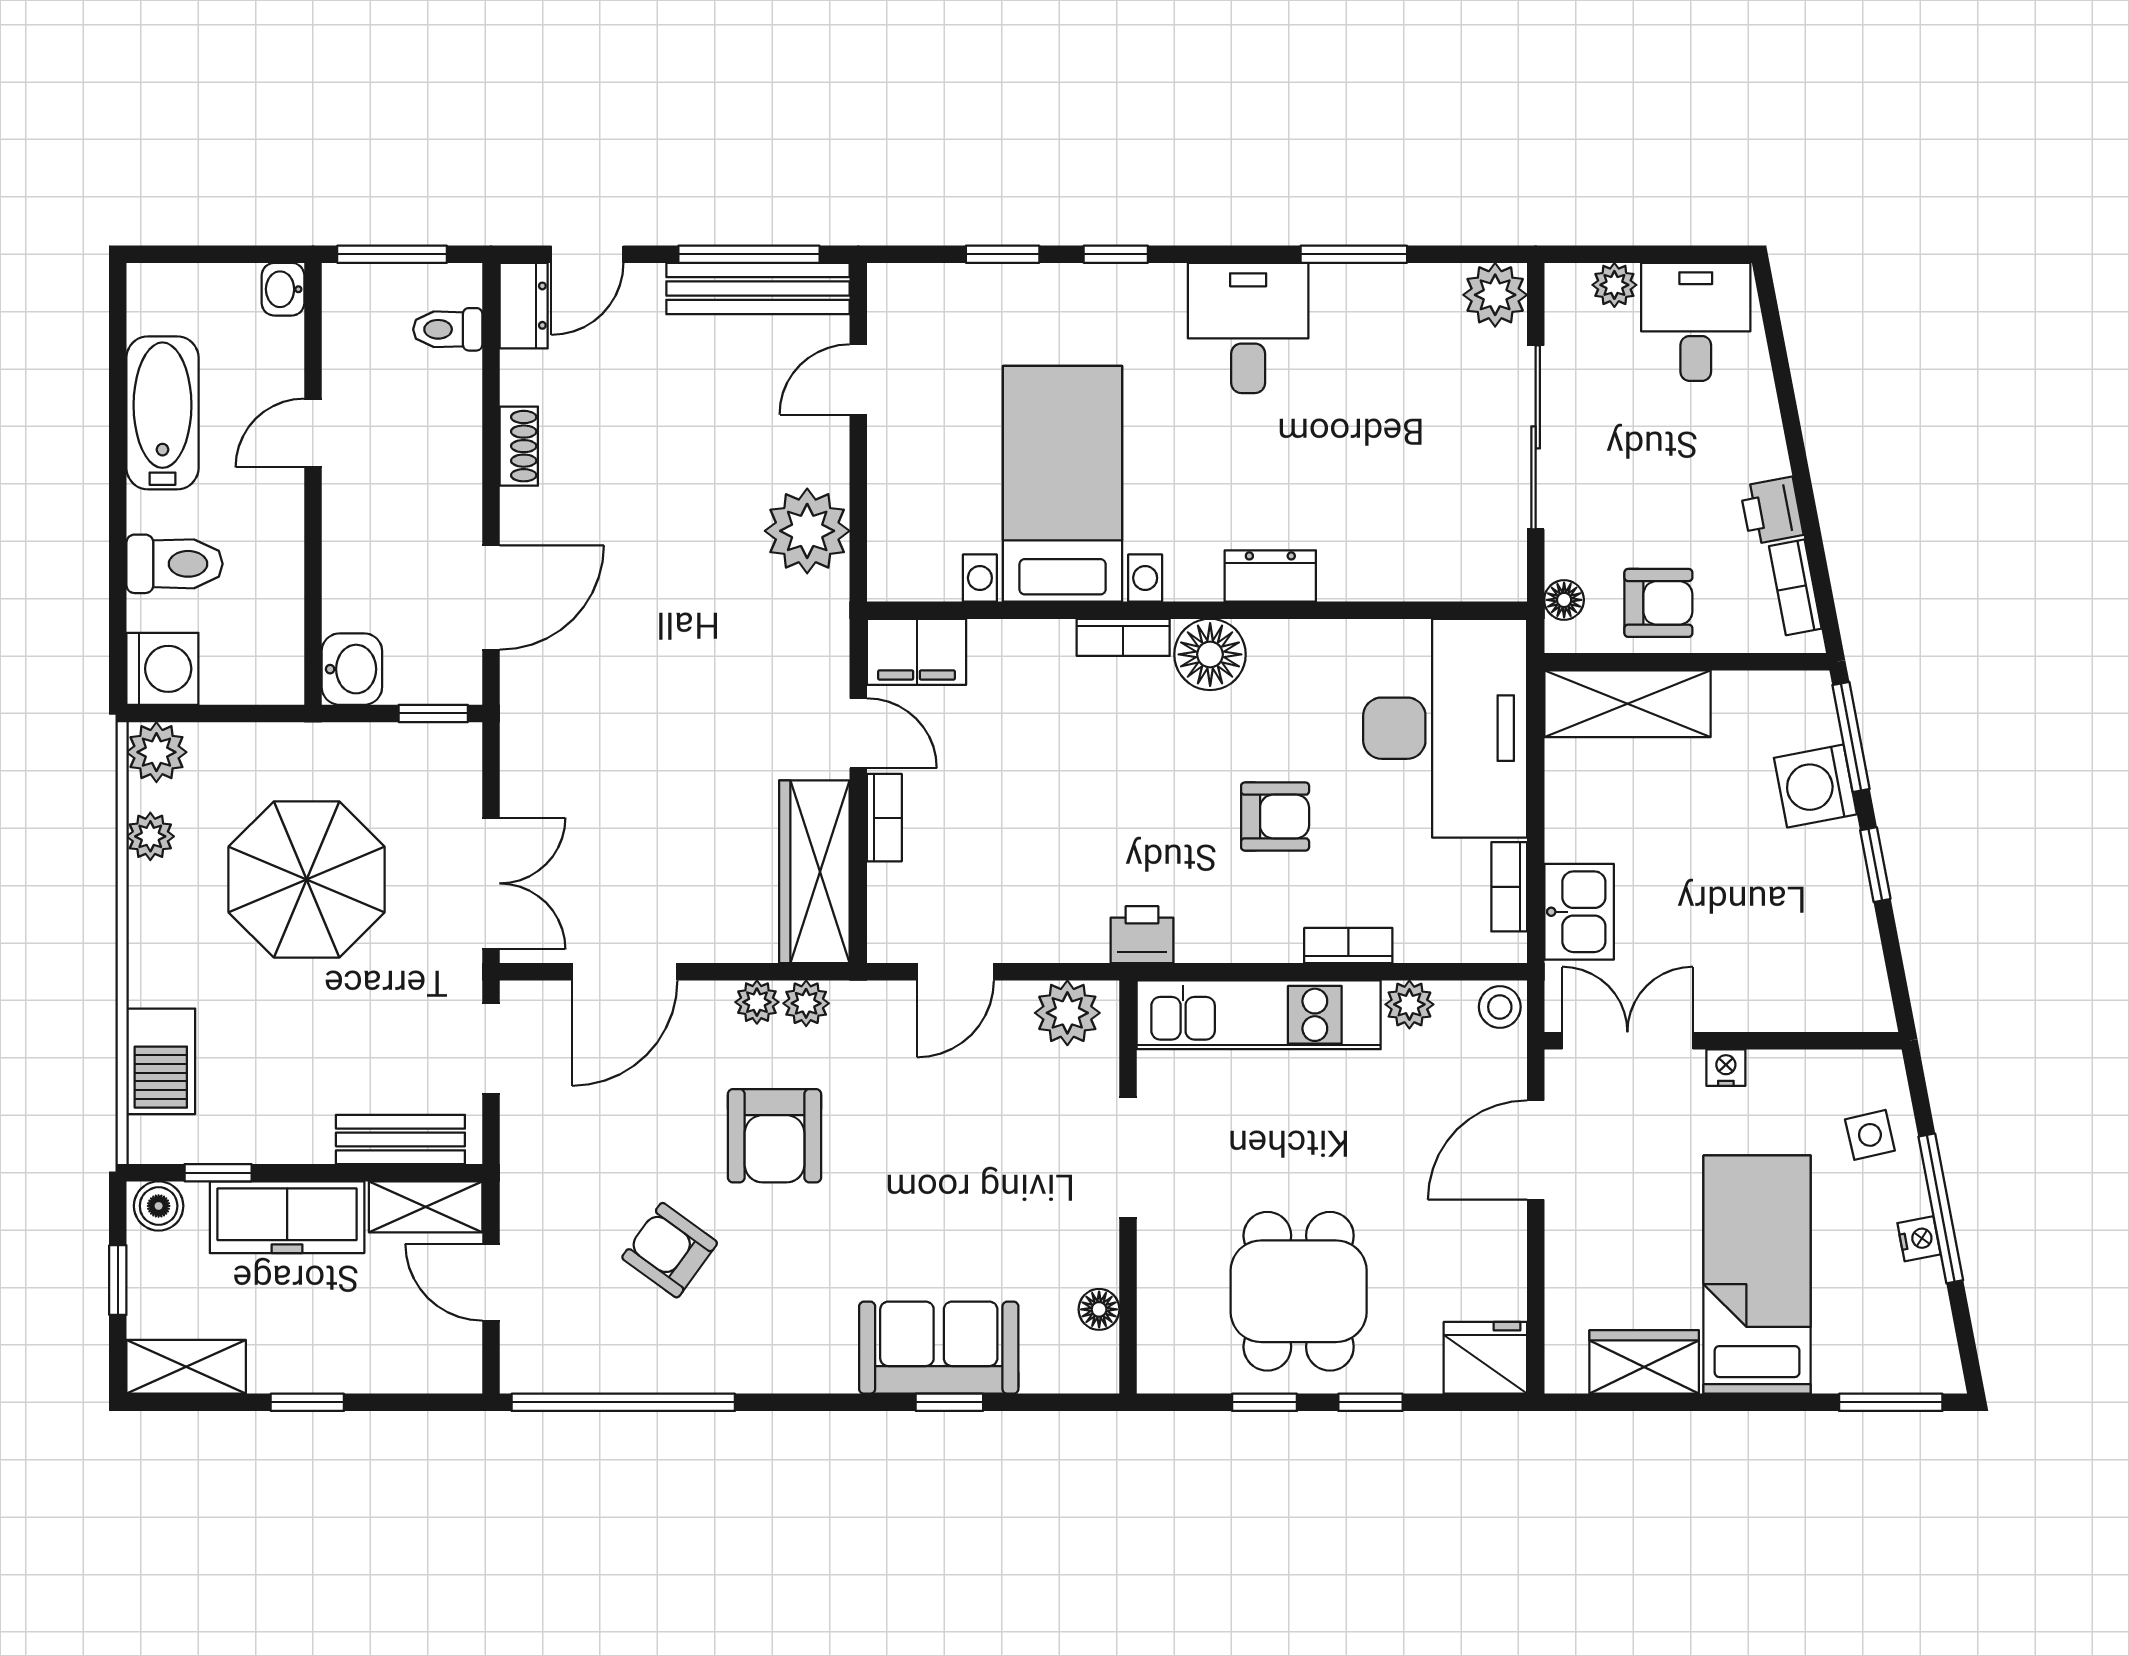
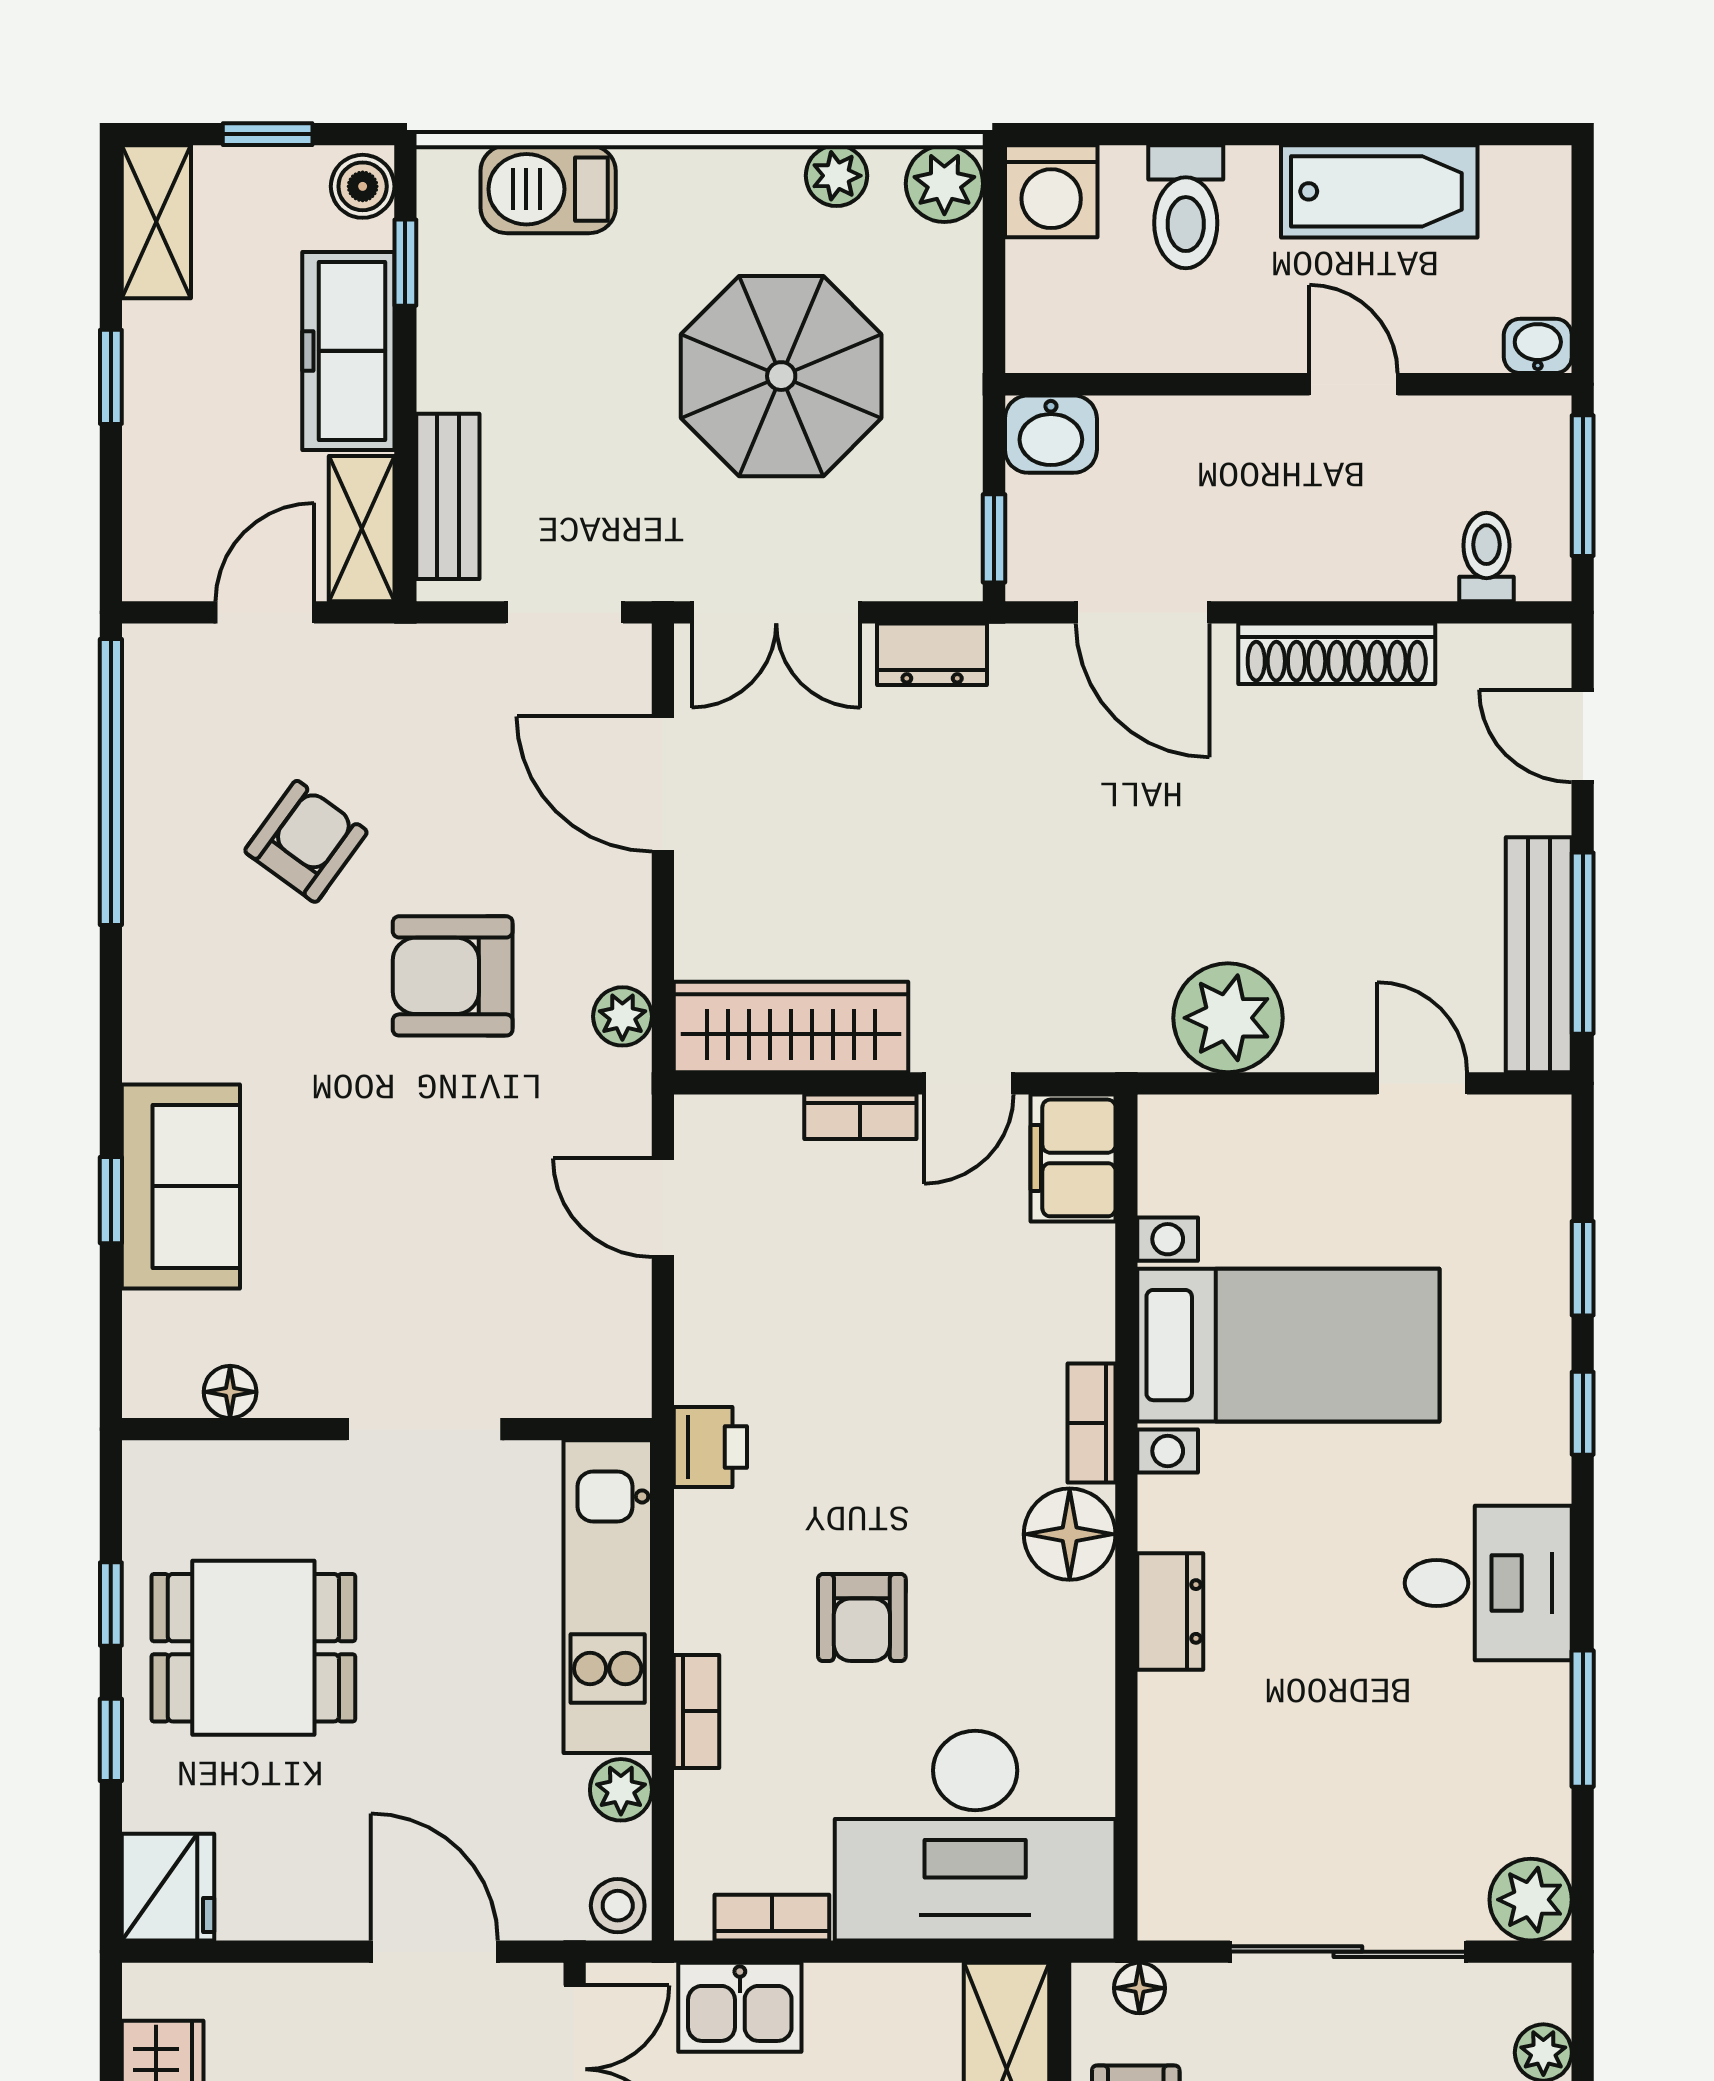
dresser: (524, 306) -> (932, 654), moved
shoe rack: (519, 446) -> (1337, 654), width x1.94, depth x1.24
plant: (757, 1002) -> (624, 953), removed
plant: (1067, 1013) -> (610, 1351), removed

